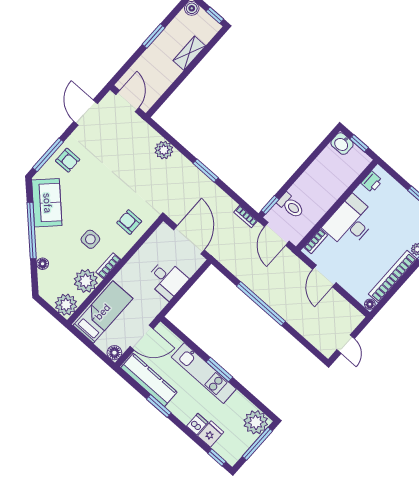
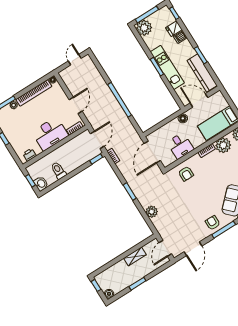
shelving: (189, 53) -> (135, 256), moved
toilet: (291, 206) -> (58, 170), moved
side table: (90, 239) -> (213, 170), removed
desk: (167, 279) -> (180, 146), moved, turned 180
floor lamp: (114, 353) -> (183, 118), moved

